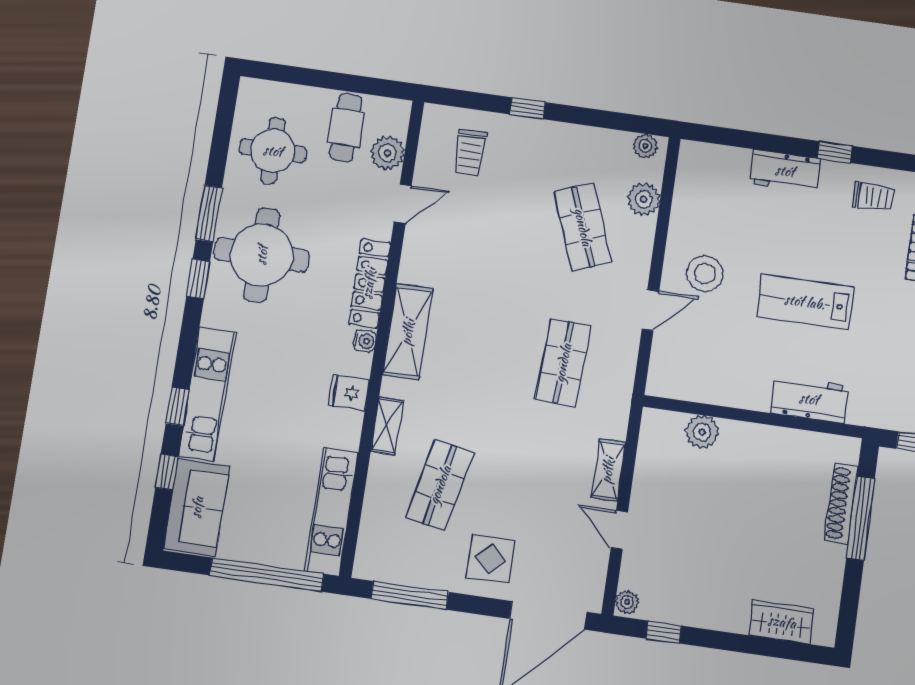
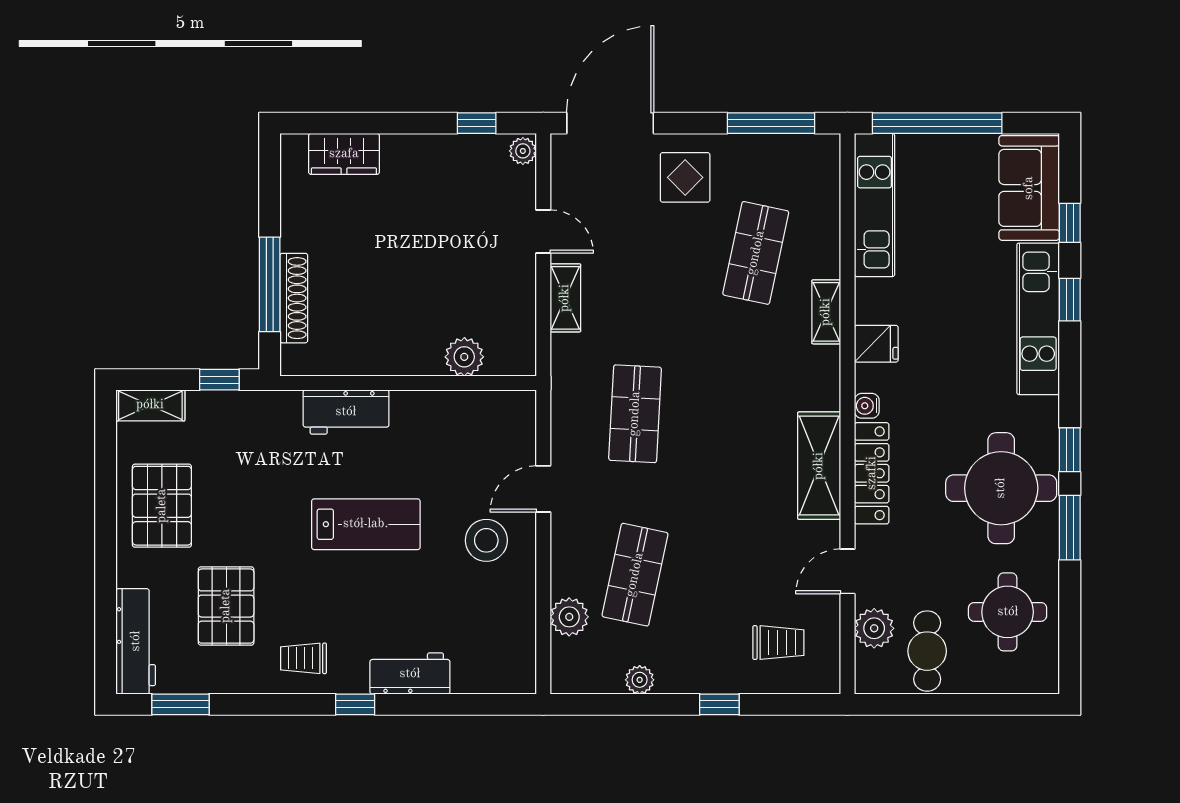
plant: (645, 146) -> (640, 680), moved
trolley: (470, 153) -> (778, 643), turned 90
shop shelf: (583, 227) -> (635, 575), turned 33
shelving: (408, 332) -> (819, 466), moved

